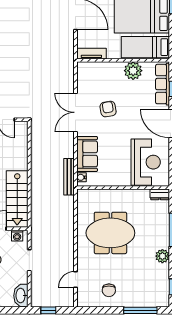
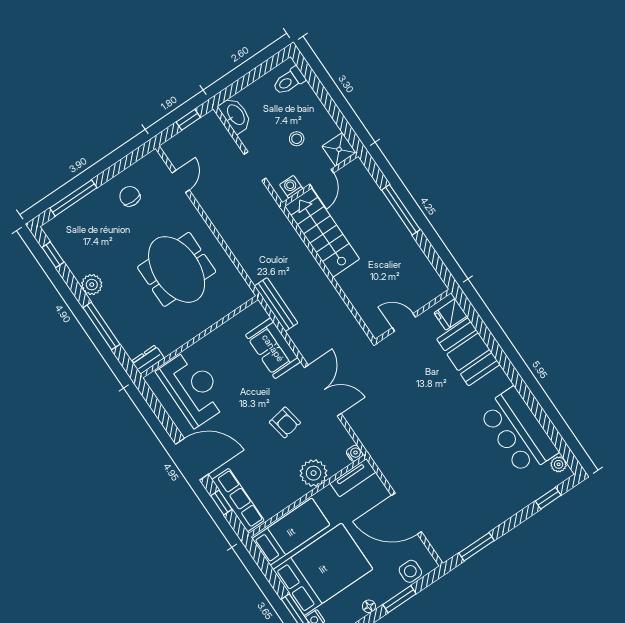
plant: (133, 71) -> (314, 473), moved
reception desk: (146, 162) -> (193, 388), turned 180
water cooler: (81, 177) -> (355, 453), moved
meeting table: (110, 233) -> (177, 269), turned 90

